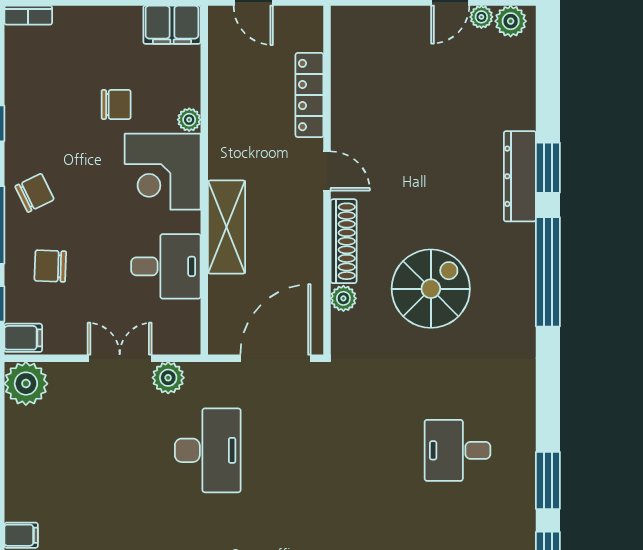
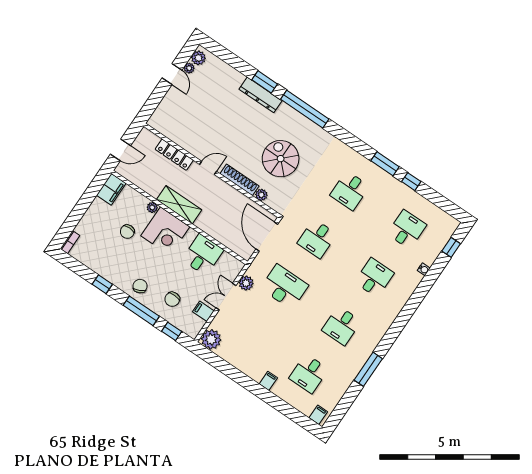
chair: (116, 105) -> (127, 232), turned 180
shelving: (227, 227) -> (179, 205), moved
filing cabinet: (23, 338) -> (203, 311), moved, turned -90
desk: (333, 450) -> (317, 239), added

